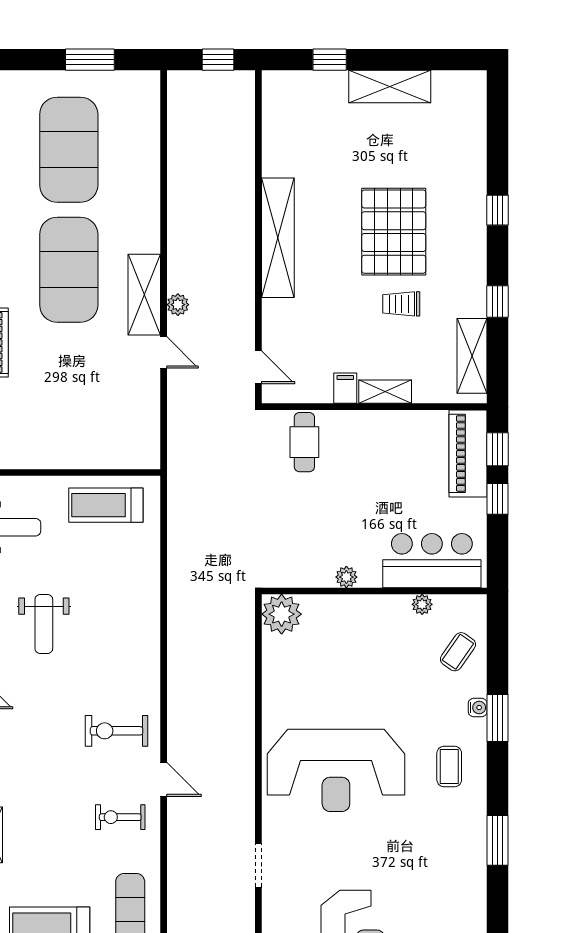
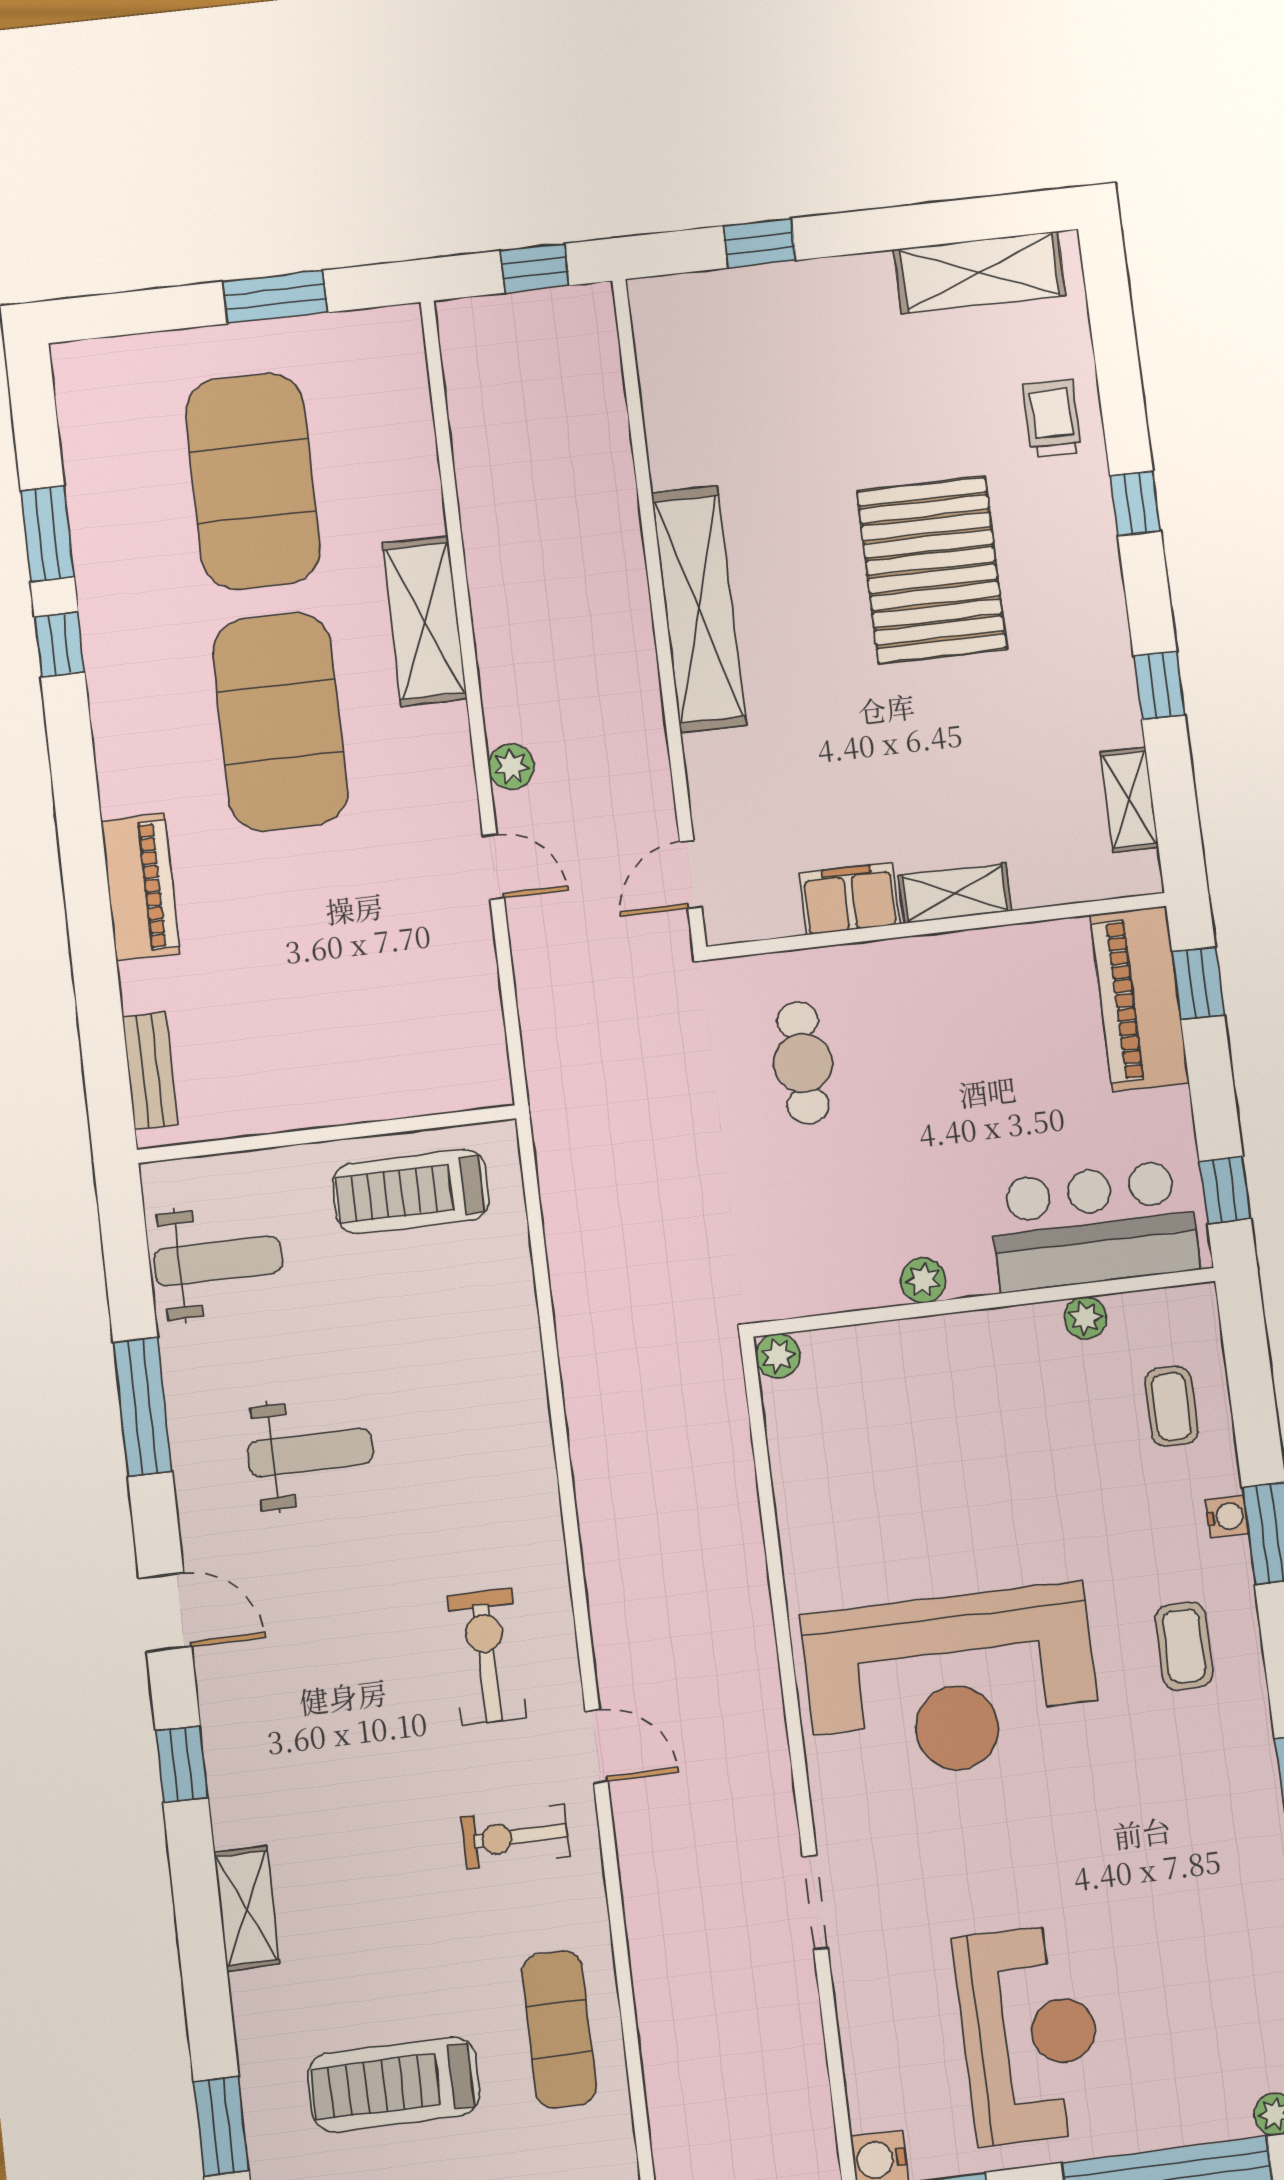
shelving: (390, 86) -> (980, 272), moved
shelving: (144, 295) -> (425, 621), moved
trolley: (401, 304) -> (1052, 418), moved, turned 90
shelving: (472, 356) -> (1129, 800), width x0.67, depth x0.75
door: (258, 367) -> (691, 874), swing flipped
filing cabinet: (345, 388) -> (850, 899), width x2.00
cafe table: (304, 442) -> (803, 1063), moved
window: (498, 499) -> (1225, 1190), moved
plant: (282, 614) -> (778, 1356), width x0.53, depth x0.53
weight bench: (44, 624) -> (310, 1453), turned -90
coffee table: (458, 652) -> (1171, 1406), turned -35
exercise bike: (116, 731) -> (487, 1657), turned 90

